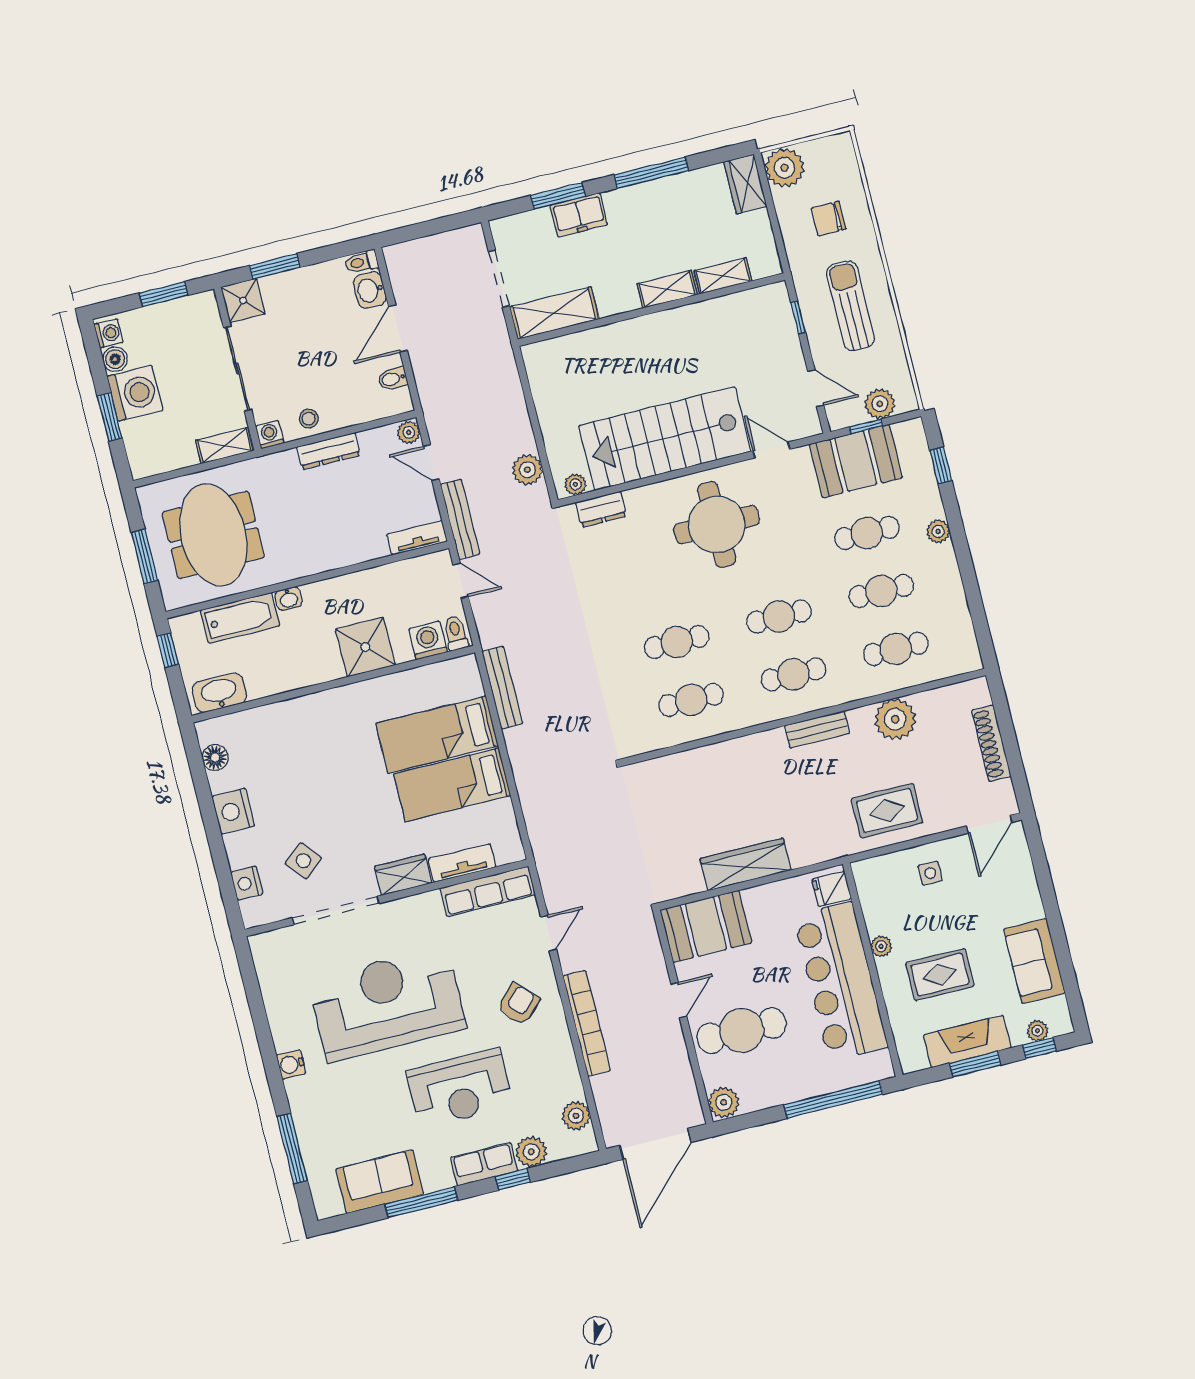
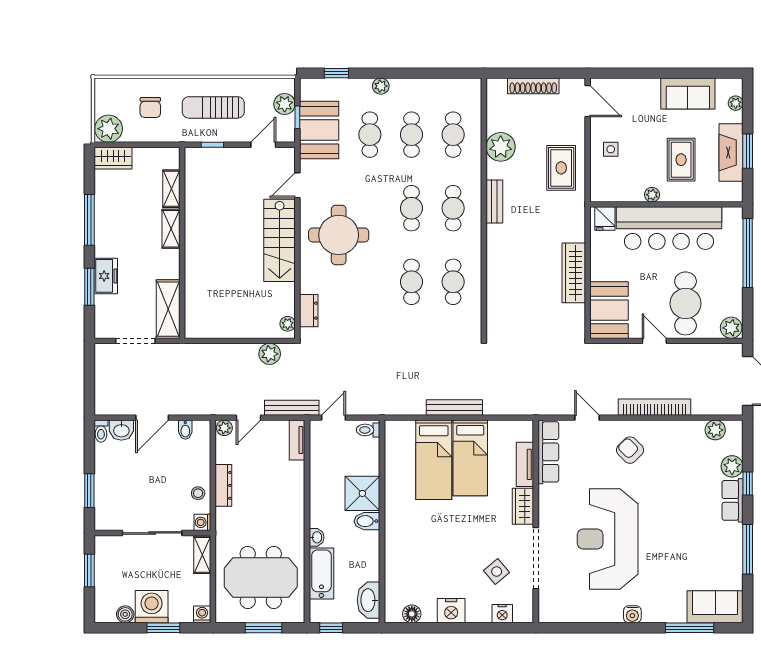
shower: (243, 300) -> (107, 518), removed
door: (398, 329) -> (152, 418), hinge flipped
washing machine: (109, 333) -> (202, 614), moved
stairs: (665, 439) -> (280, 240), width x0.73, depth x0.66
washing machine: (428, 640) -> (368, 450), removed
bidet: (329, 663) -> (367, 521), added
bench: (502, 688) -> (454, 408), moved
window: (1040, 1048) -> (748, 105), removed
reception desk: (460, 1088) -> (677, 504), removed
sofa: (380, 1182) -> (715, 607), moved, turned 90

